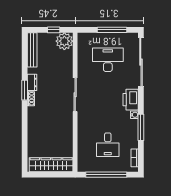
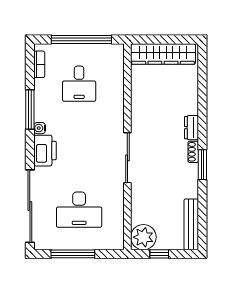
dresser: (32, 82) -> (192, 128), moved
desk: (108, 145) -> (79, 84), turned 180

